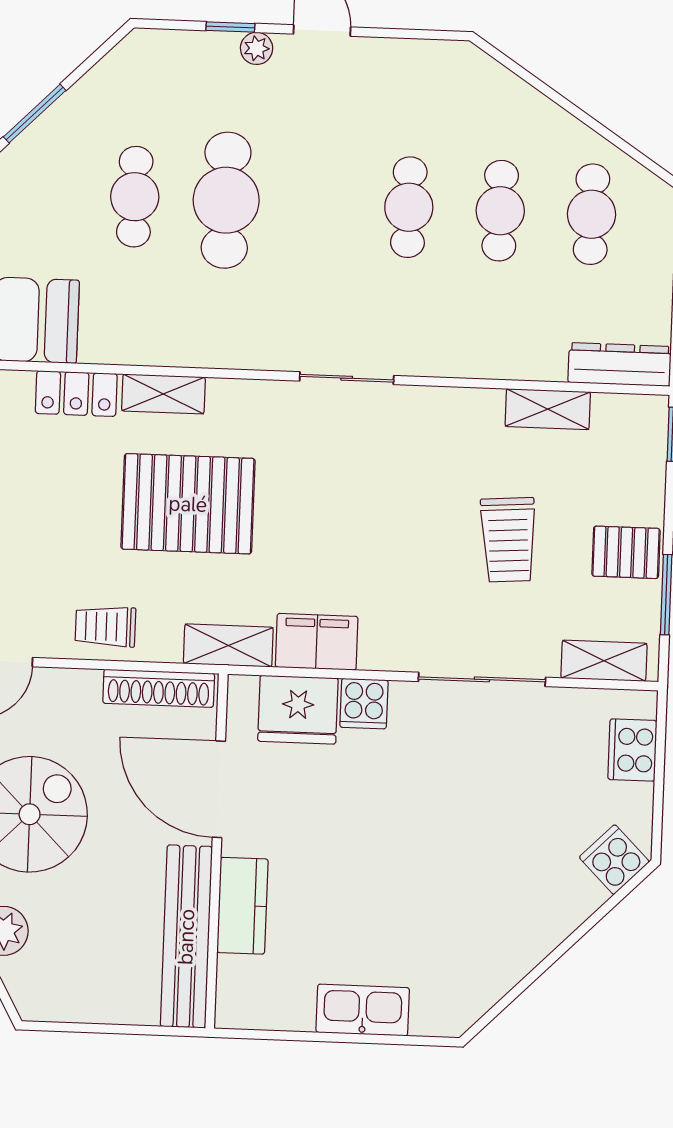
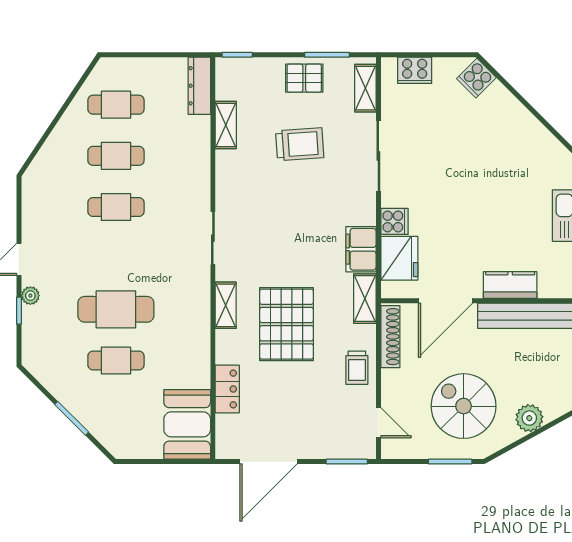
shelving: (163, 394) -> (226, 305), moved
pallet: (626, 552) -> (304, 78), turned 90

